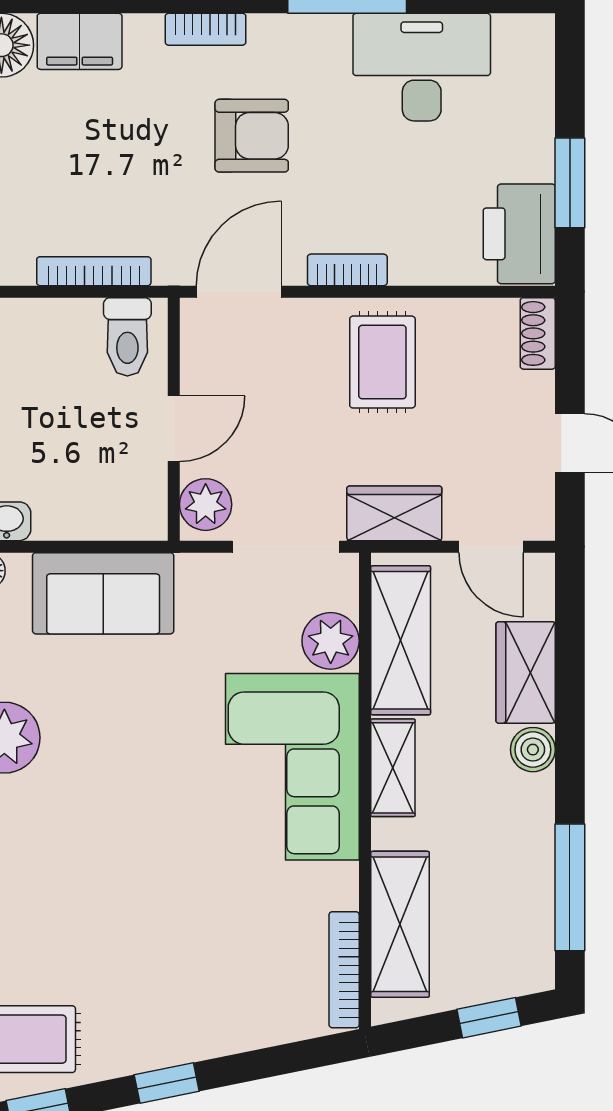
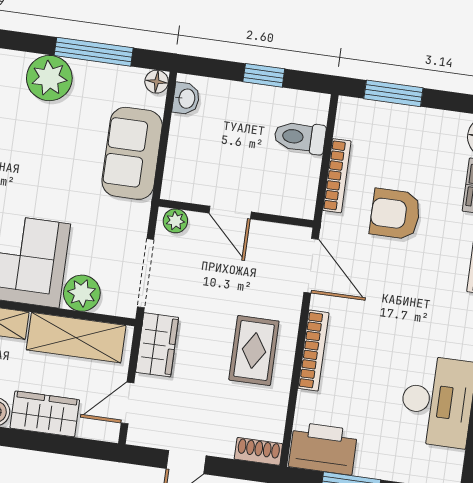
armchair: (252, 136) -> (395, 214), moved, turned 90
bookcase: (347, 270) -> (313, 351), width x1.56
toilet: (127, 337) -> (300, 137), moved
rug: (382, 362) -> (254, 351), turned 90
plant: (206, 505) -> (175, 221), width x0.73, depth x0.73

